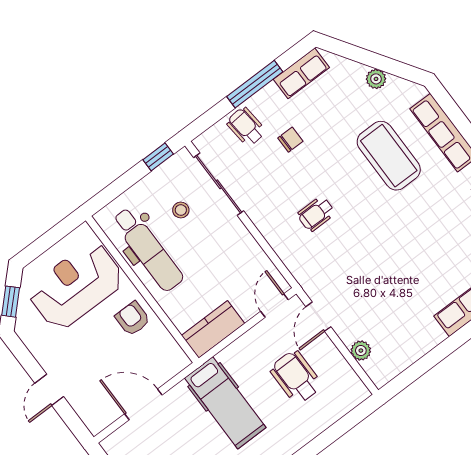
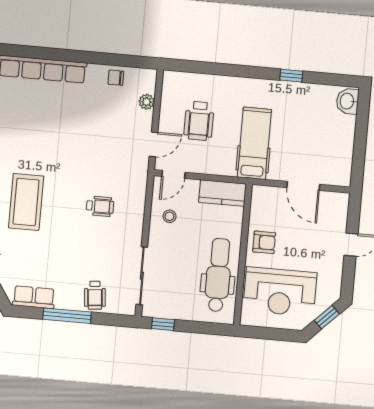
chair: (290, 140) -> (116, 78), moved
stool: (181, 210) -> (169, 216), moved
armchair: (133, 319) -> (264, 242), turned -90

